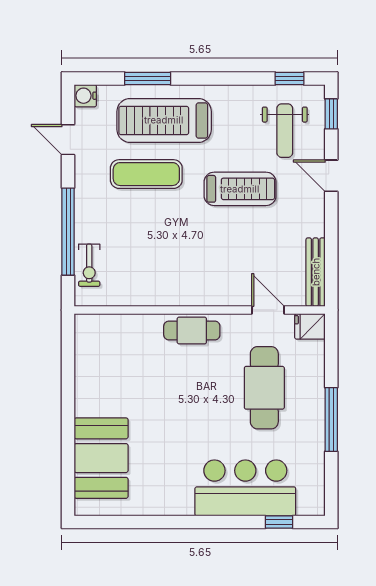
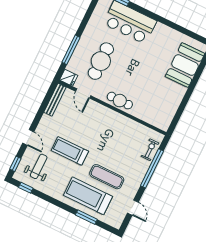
water cooler: (85, 96) -> (116, 223), removed
treadmill: (164, 120) -> (88, 196), turned 180
window: (331, 419) -> (71, 50), moved

